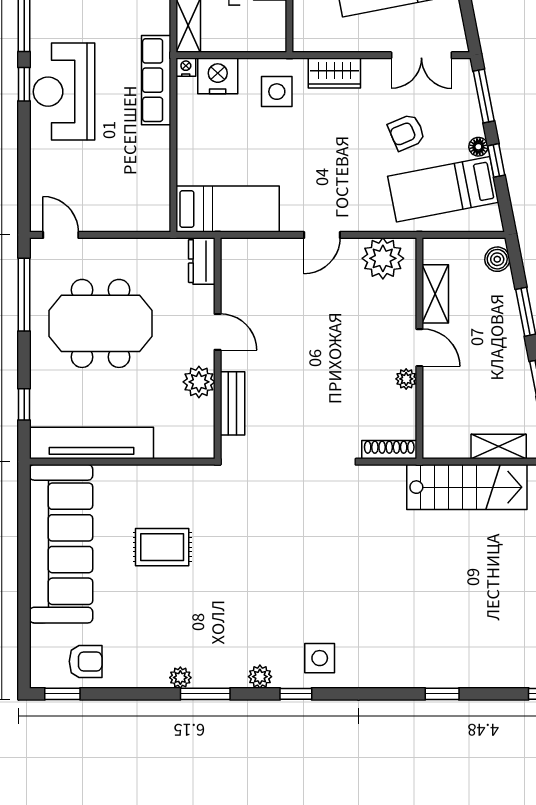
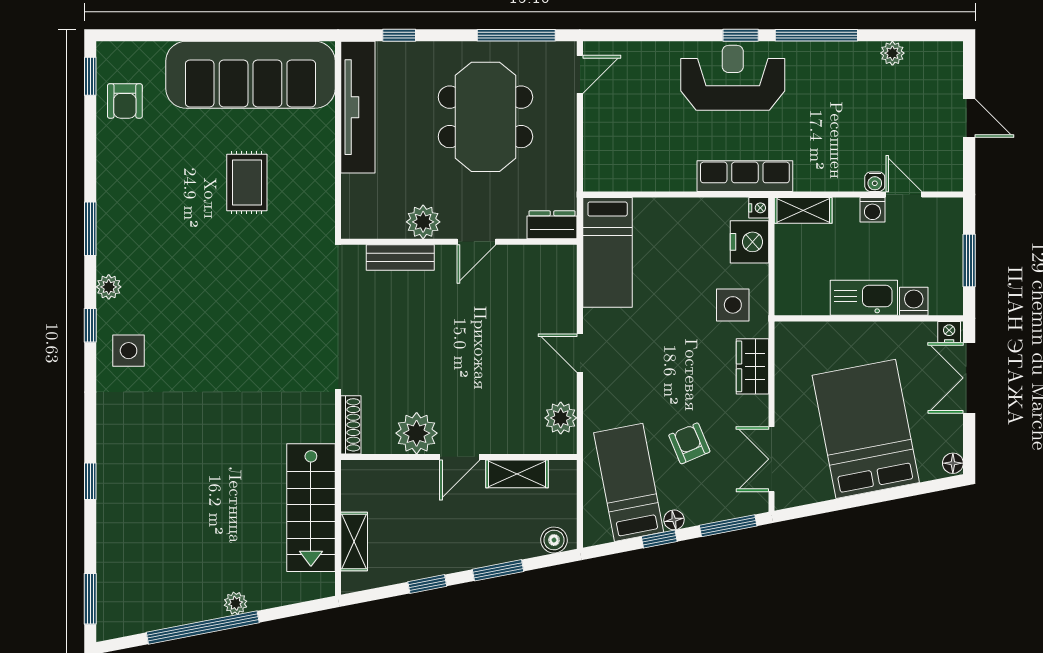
plant: (383, 258) -> (561, 418), width x0.73, depth x0.73
plant: (406, 379) -> (417, 433), width x1.88, depth x1.88
plant: (180, 678) -> (108, 202), removed

